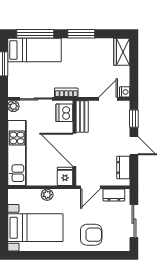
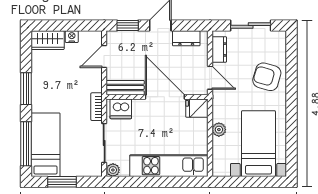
nightstand: (125, 92) -> (72, 37), moved
door: (108, 99) -> (104, 56), hinge flipped
door: (74, 150) -> (165, 97), swing flipped
armchair: (91, 235) -> (267, 77), turned -74

